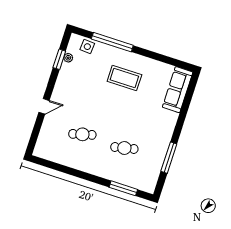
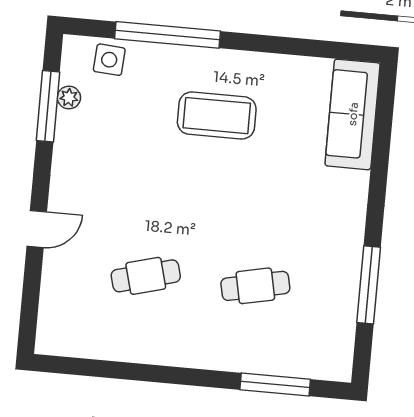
window: (59, 59) -> (48, 106), width x1.44

